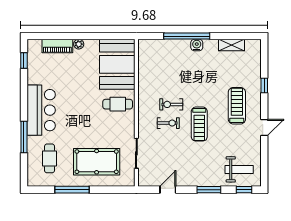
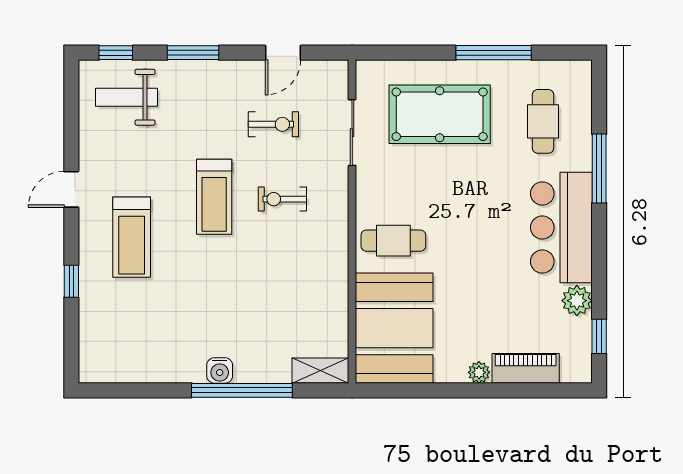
shelving: (231, 45) -> (320, 371), moved
plant: (34, 77) -> (577, 301), added
exercise bike: (171, 104) -> (273, 124), moved
treadmill: (199, 124) -> (214, 197), turned 180

